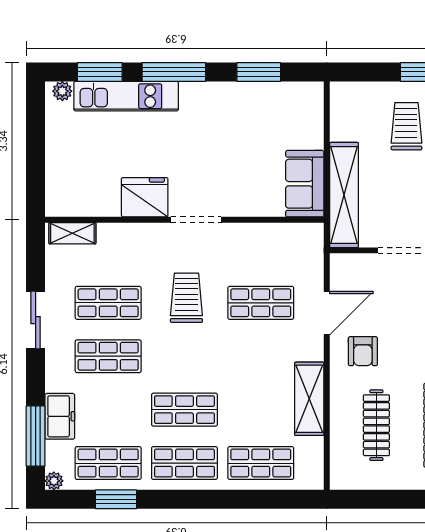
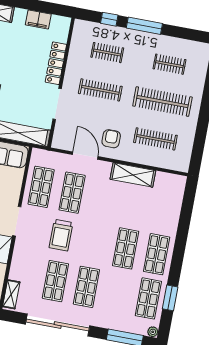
trolley: (186, 298) -> (61, 235), turned -90
sliding door: (36, 320) -> (58, 325), width x1.86
armchair: (363, 351) -> (111, 139), turned -90
freezer: (60, 416) -> (116, 321), removed
shop shelf: (261, 463) -> (41, 187), moved

